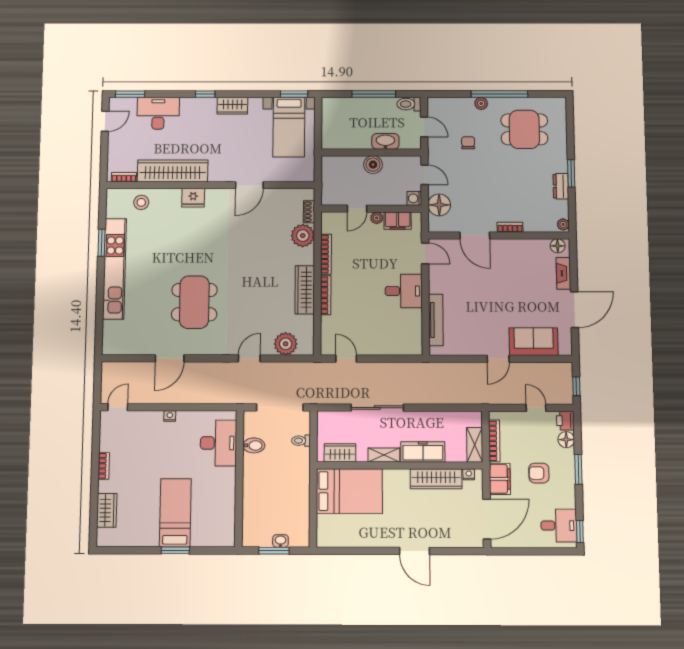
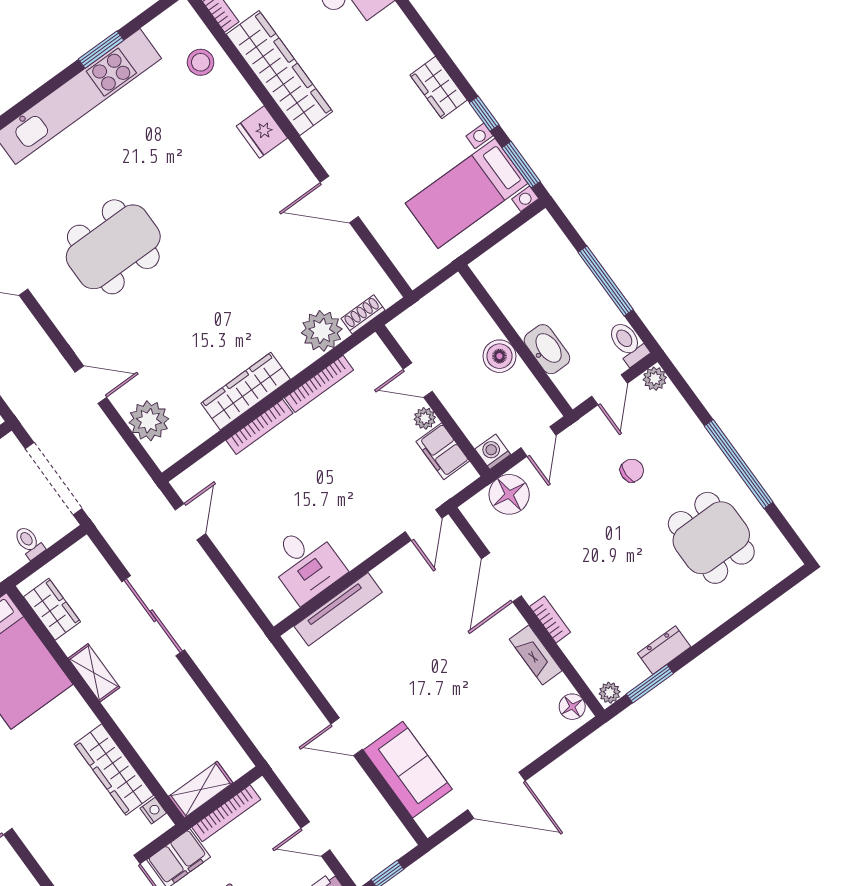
window: (205, 94) -> (484, 114), moved
plant: (481, 103) -> (655, 379), moved
window: (571, 173) -> (650, 684), moved
fireplace: (563, 273) -> (536, 655), moved, turned -90
desk: (404, 291) -> (306, 563), moved
door: (536, 408) -> (315, 839), swing flipped
freezer: (423, 452) -> (138, 724), removed

